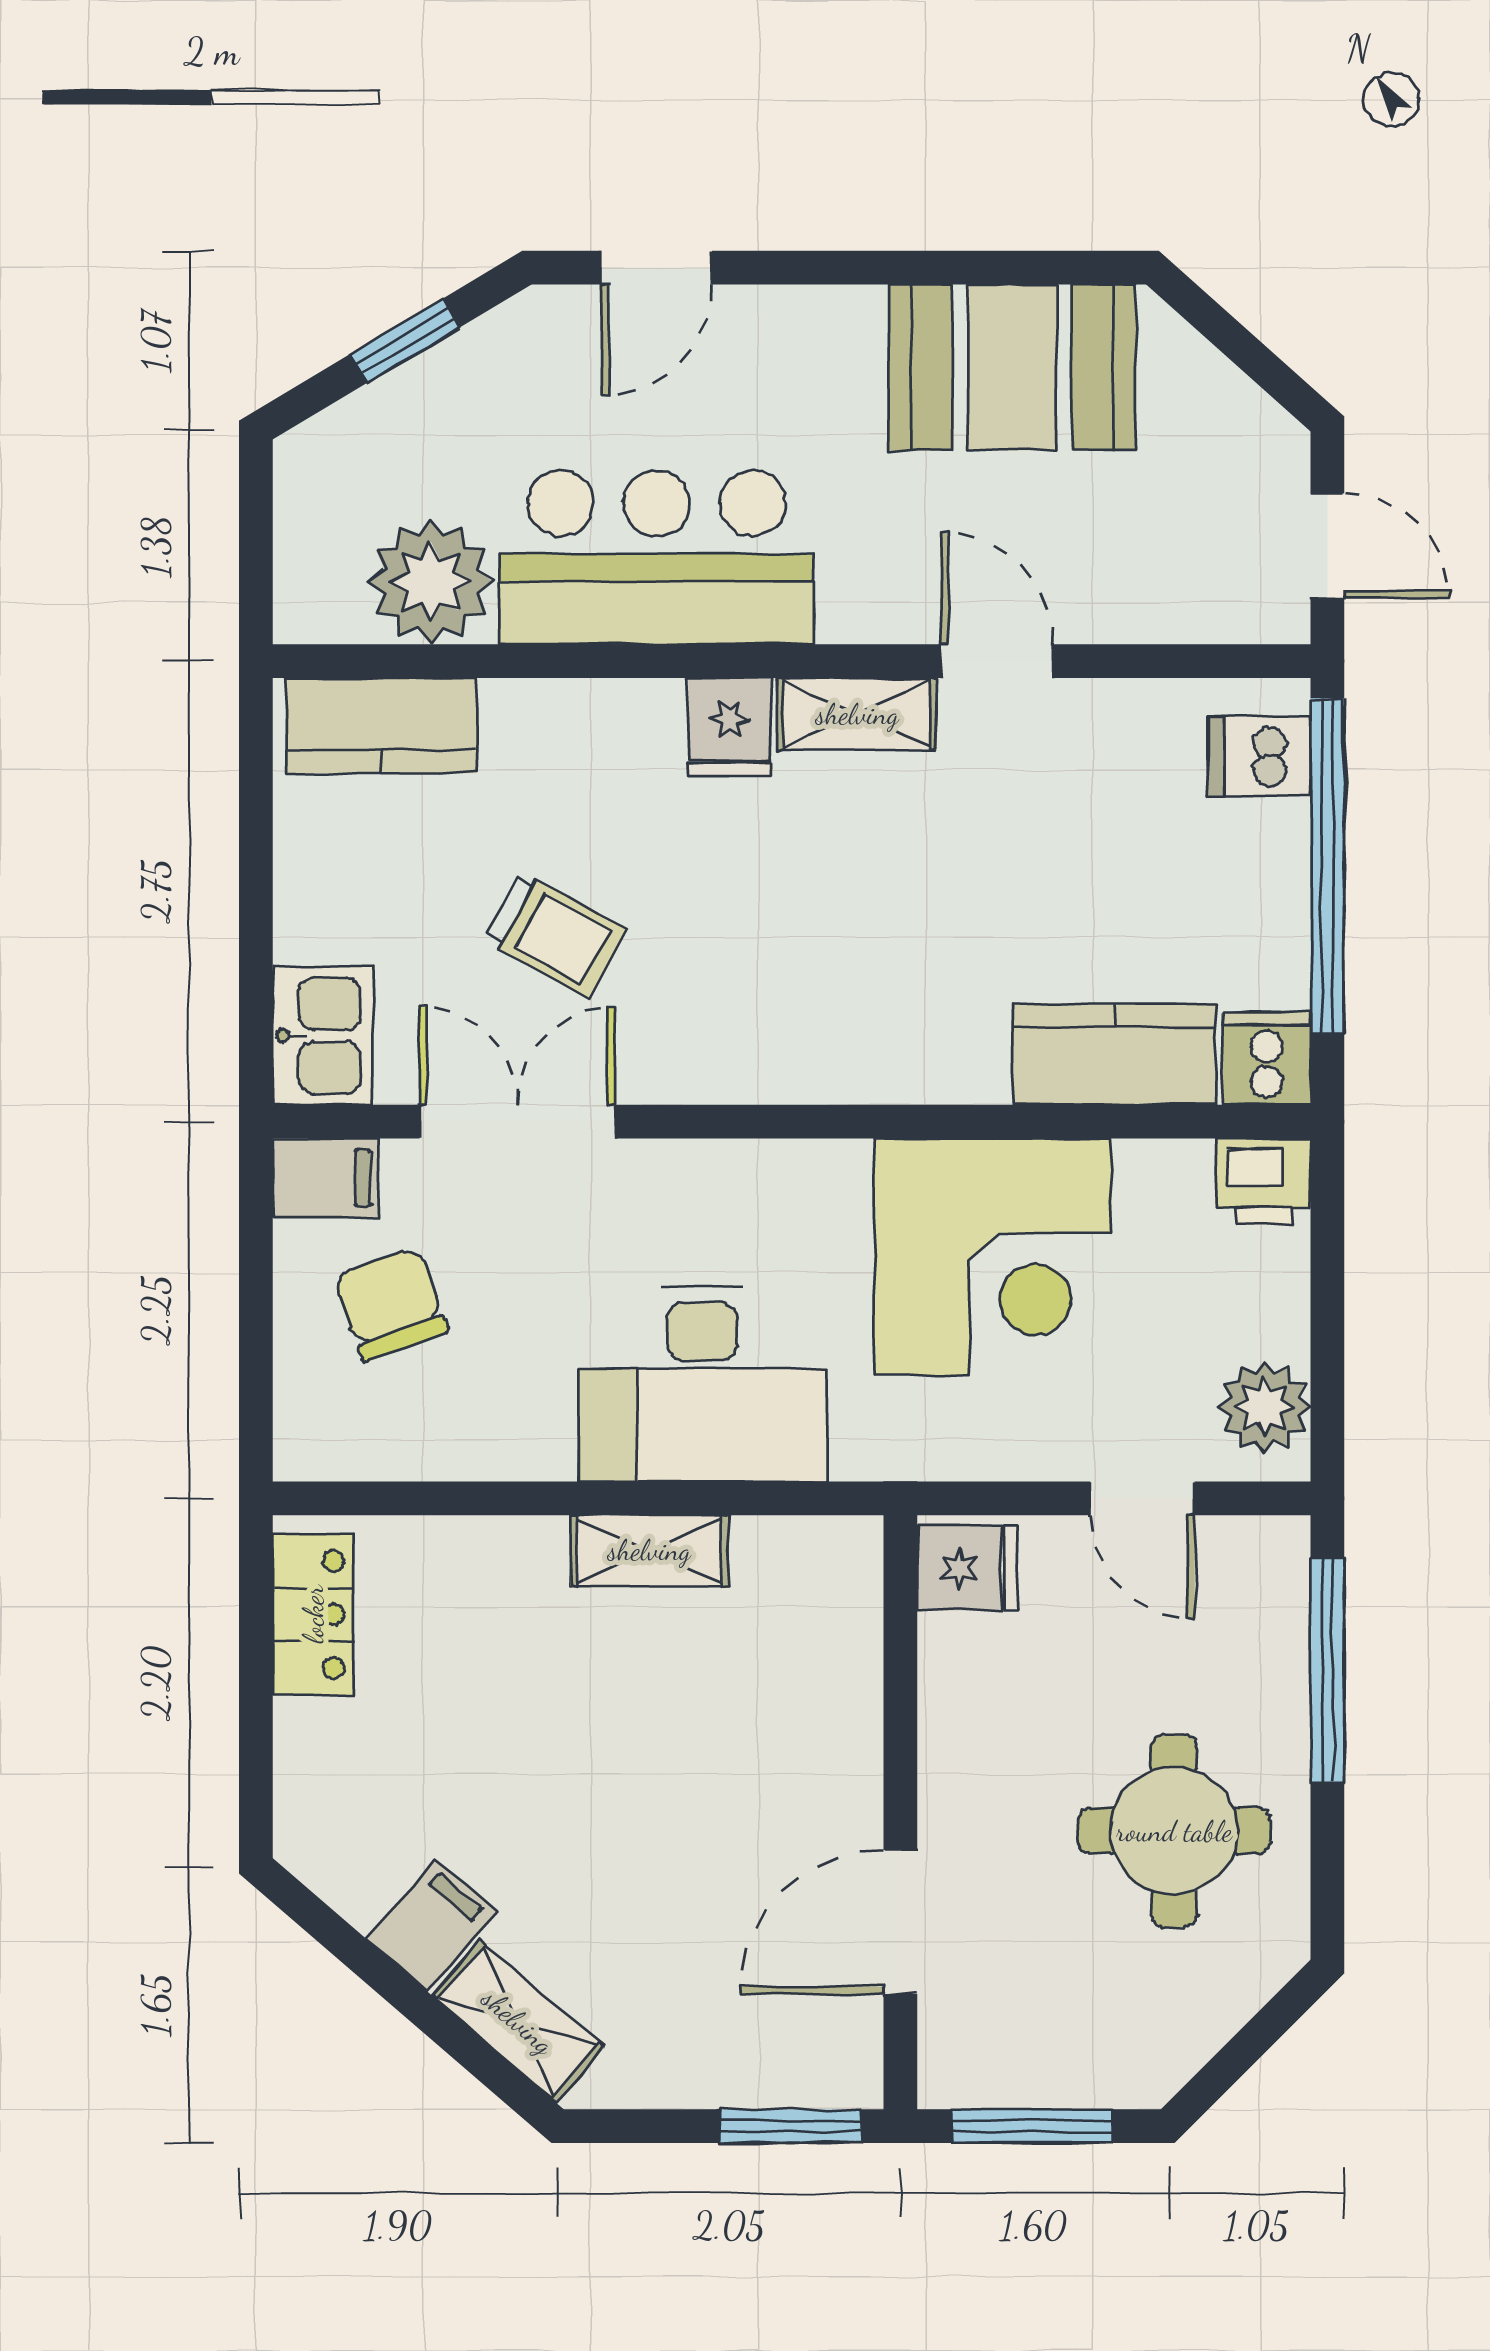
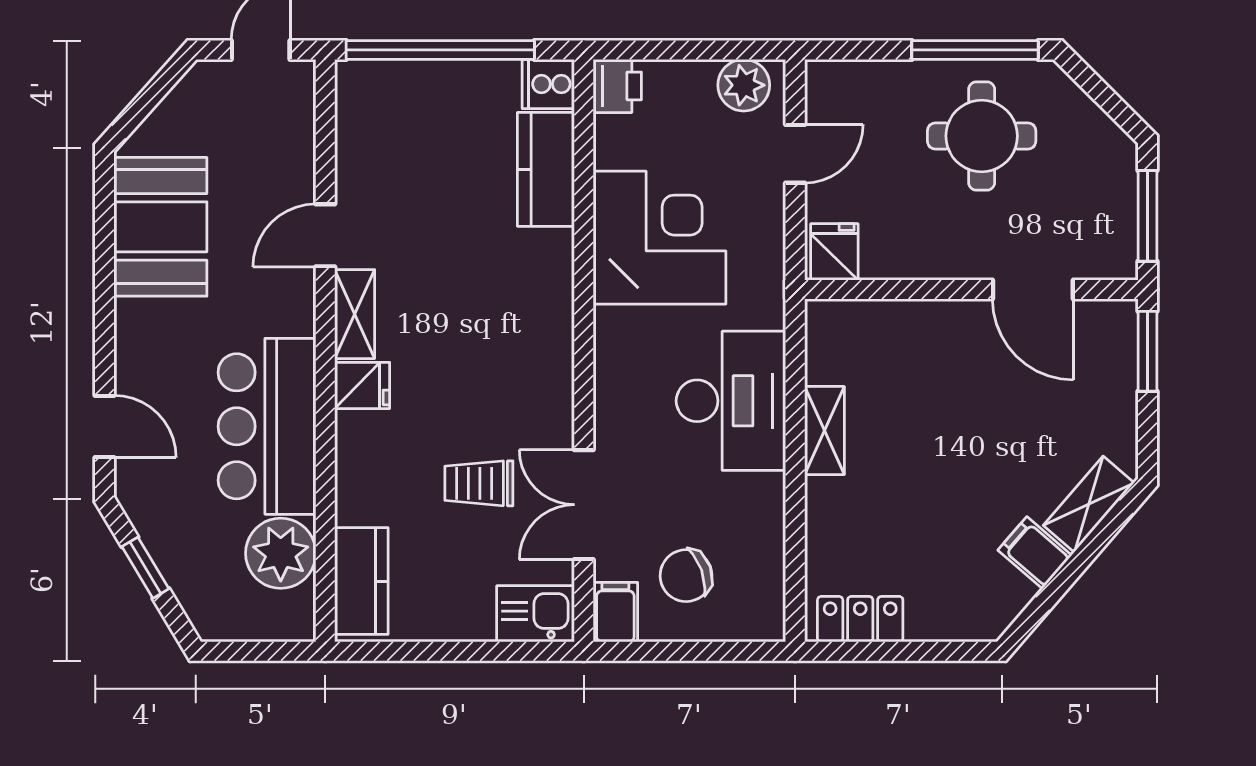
dishwasher: (1259, 756) -> (379, 88), removed
trolley: (555, 935) -> (479, 483), turned -119
window: (1327, 1670) -> (975, 50), moved

